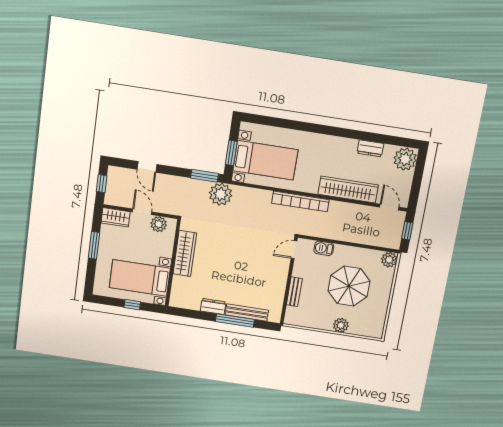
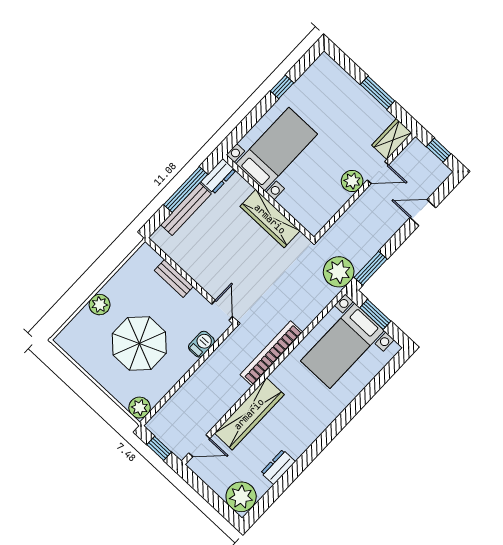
wardrobe: (185, 253) -> (270, 219), moved
wall: (173, 263) -> (268, 198), moved
bed with nightstands: (140, 278) -> (277, 149), moved

